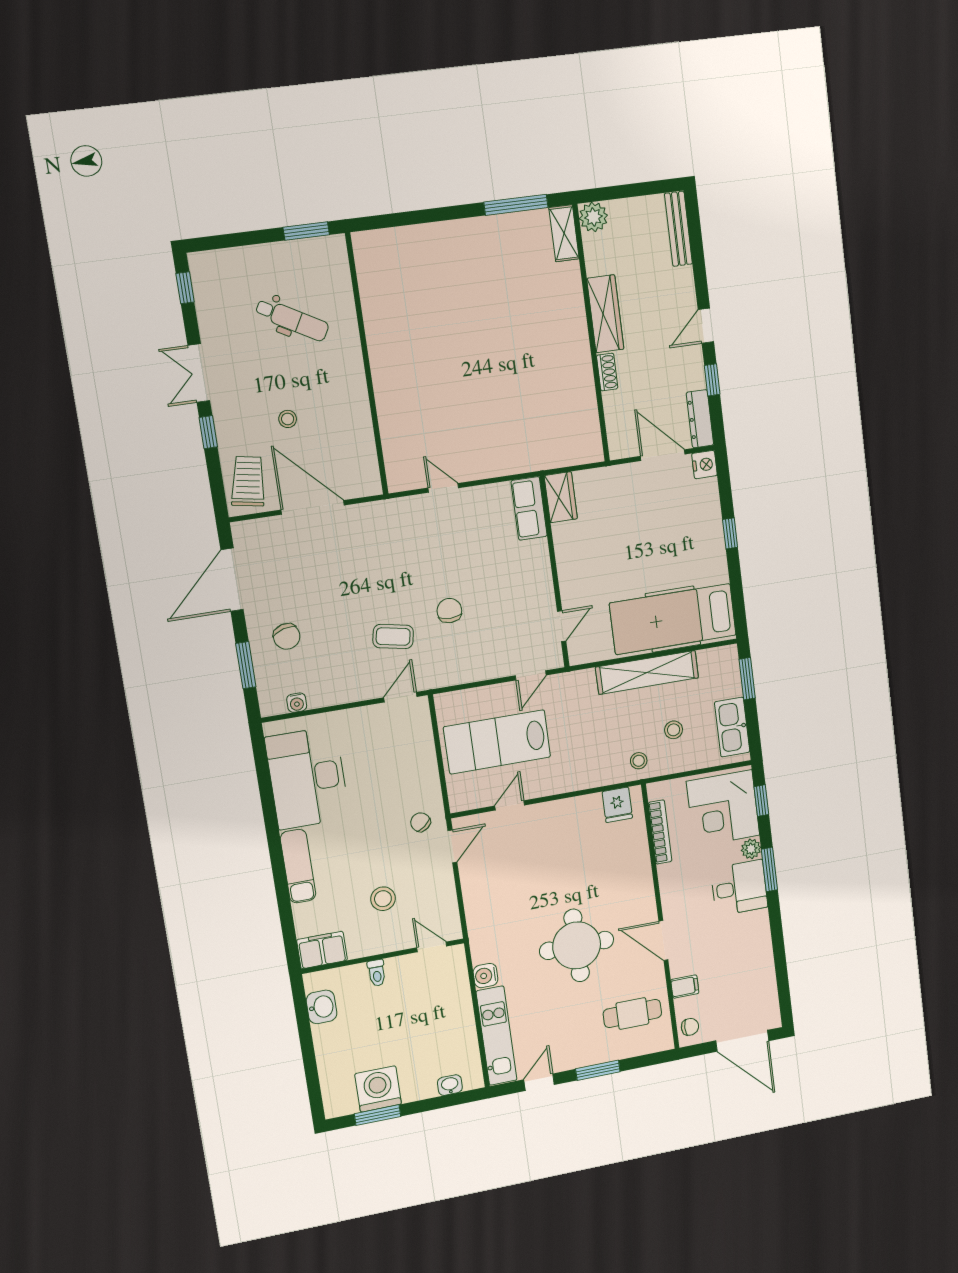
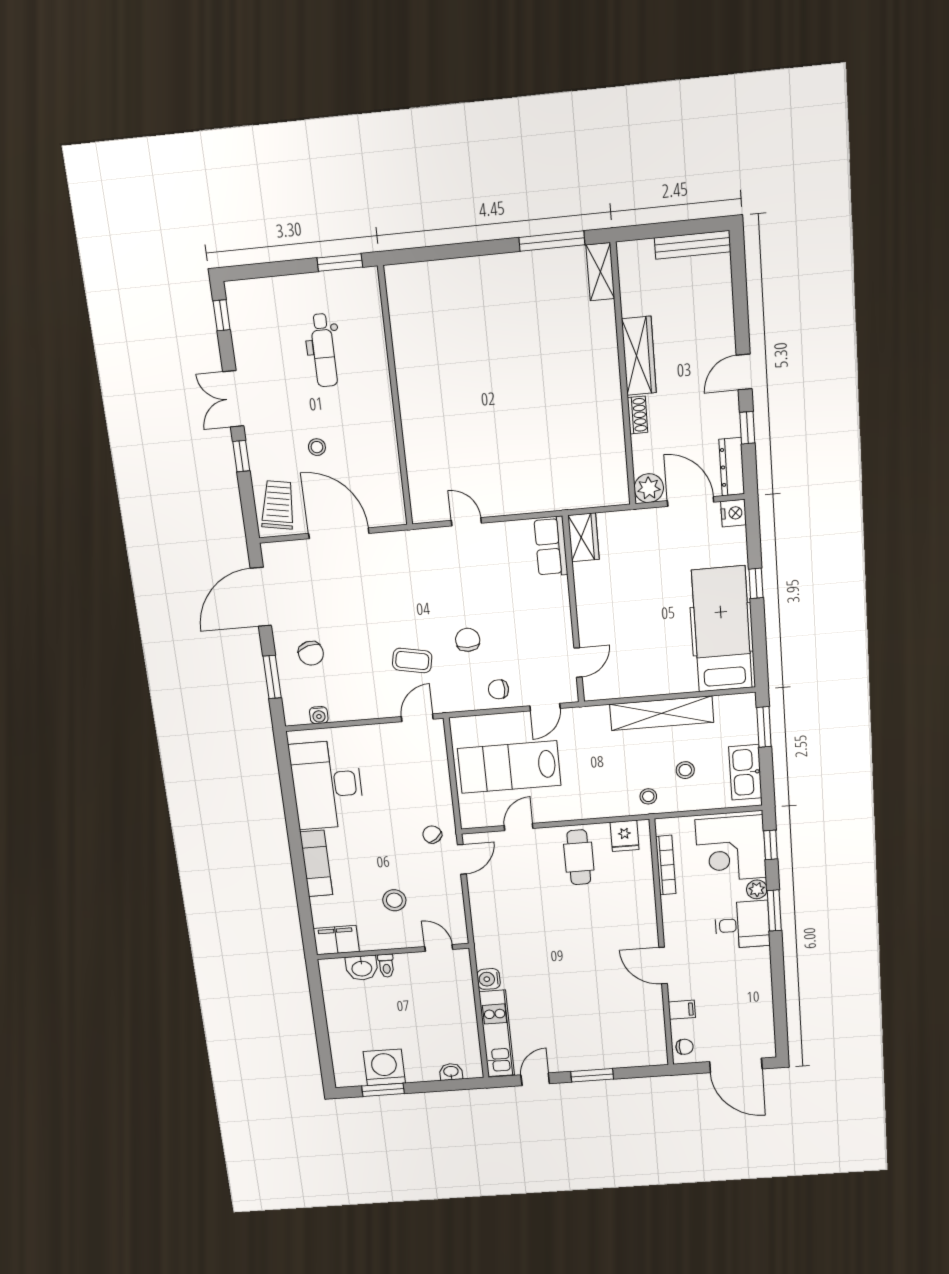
plant: (593, 217) -> (649, 488), moved
bench: (678, 229) -> (693, 245), moved, turned 90
dental chair: (292, 320) -> (324, 350), turned 61
hospital bed: (673, 619) -> (722, 629), moved, turned 90
chair: (483, 660) -> (498, 689), added
round table: (577, 945) -> (578, 961), removed
washbasin: (322, 1007) -> (362, 968), moved, turned 90
cafe table: (632, 1013) -> (579, 857), moved, turned 90

